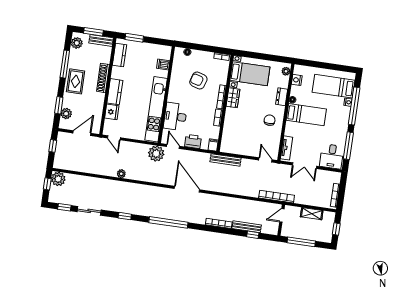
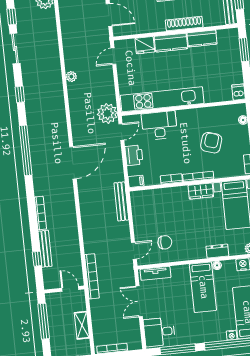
kitchen counter: (120, 55) -> (202, 38), moved
dishwasher: (163, 65) -> (239, 92), moved
chair: (270, 120) -> (165, 242), moved

